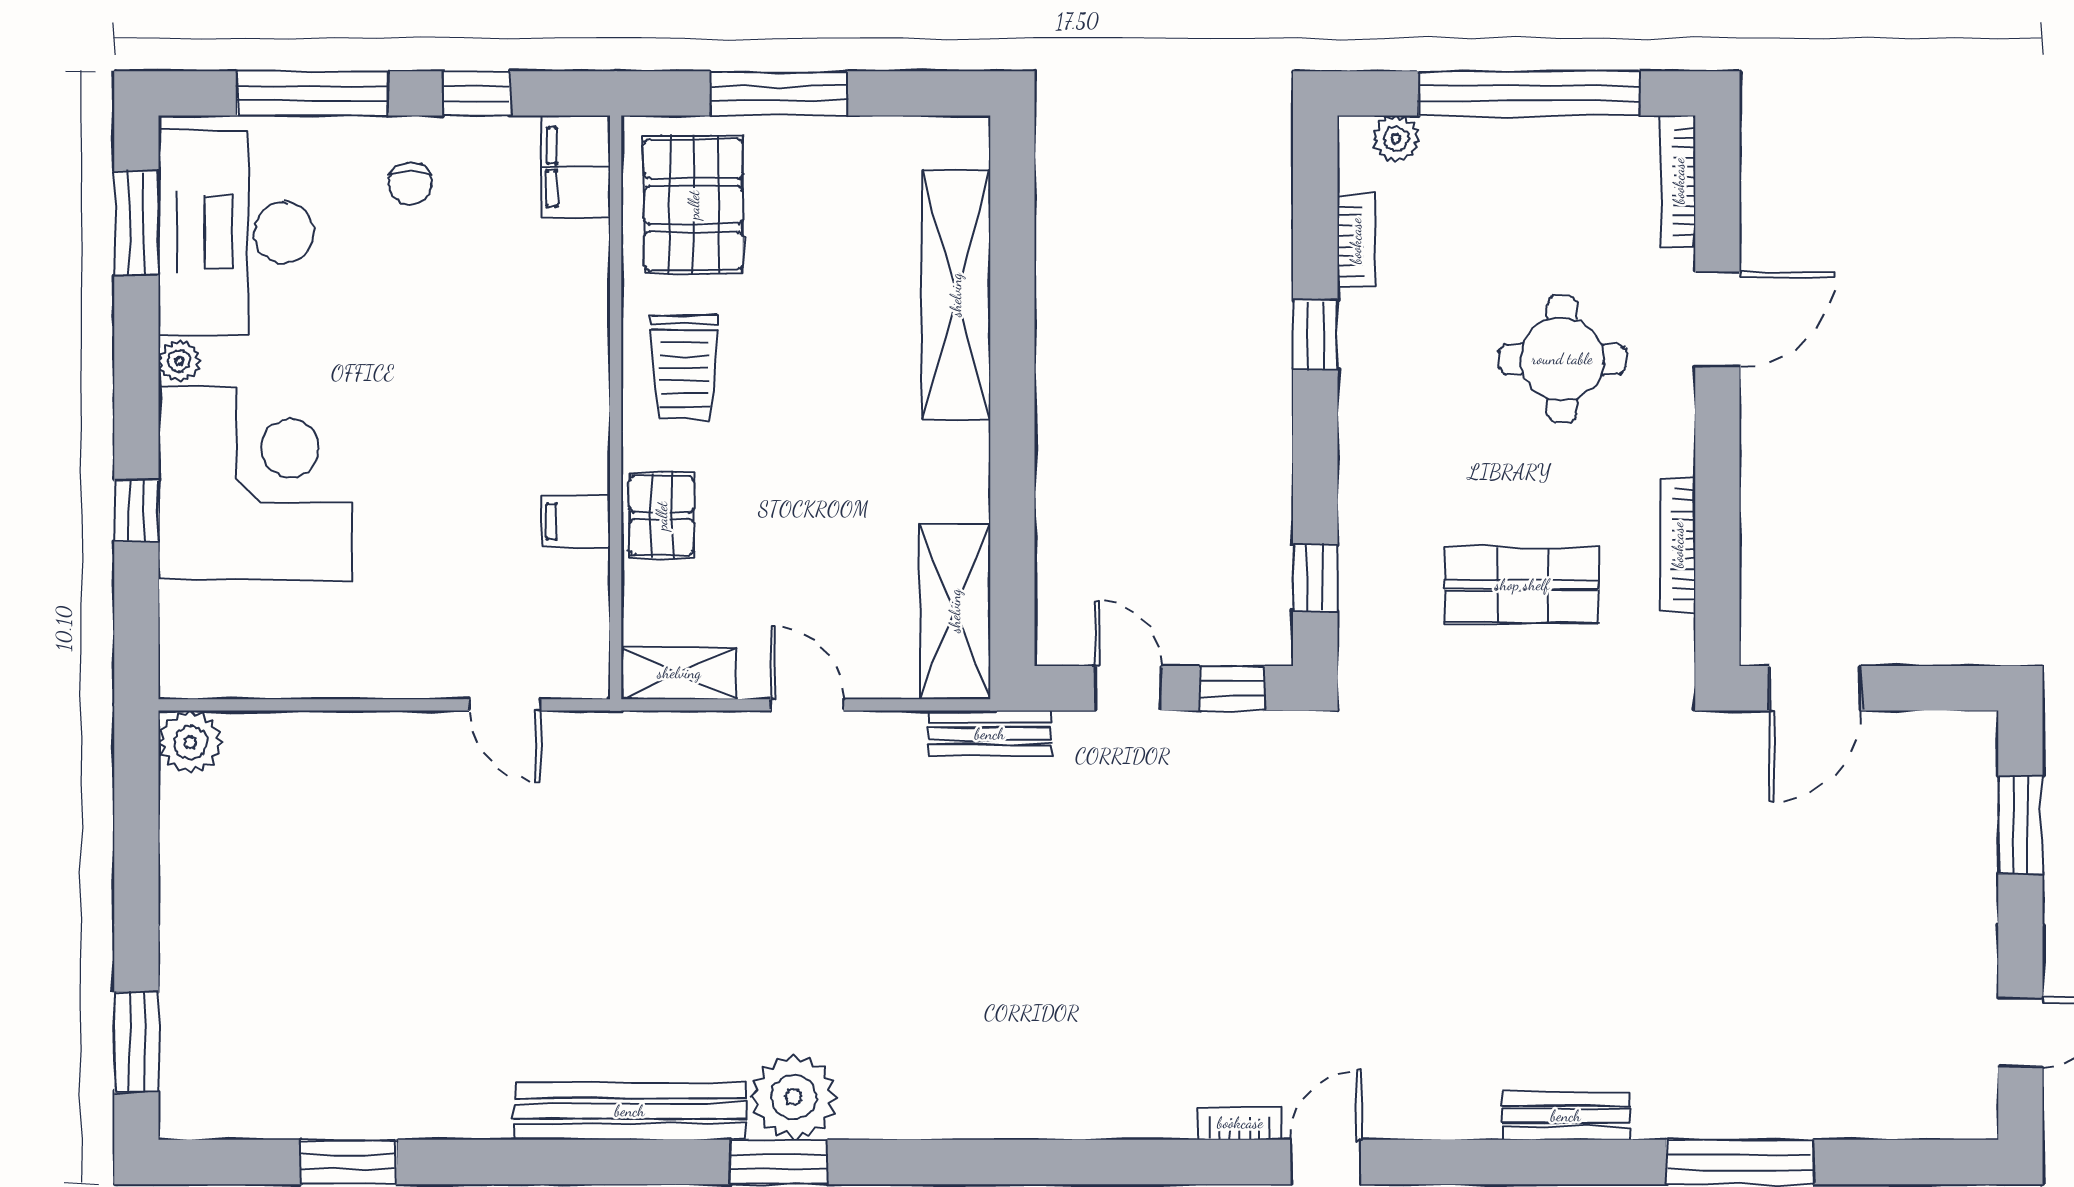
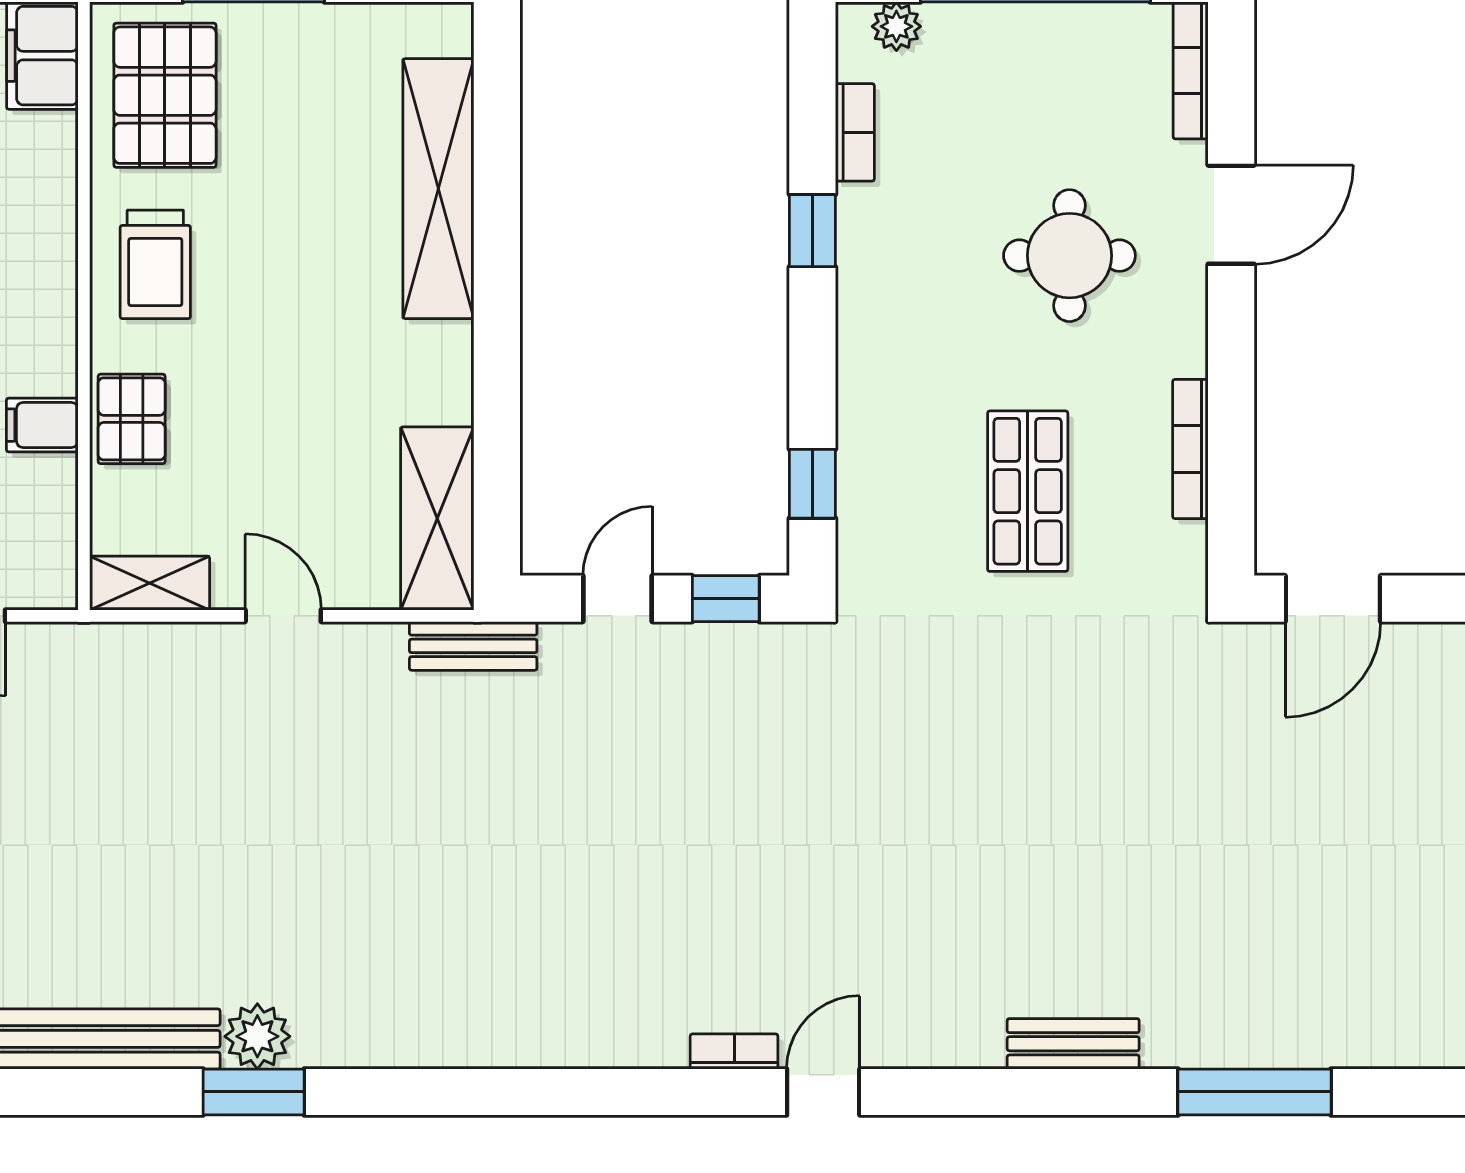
shop shelf: (1522, 585) -> (1028, 491), turned 90
door: (1128, 688) -> (618, 599), hinge flipped
plant: (794, 1097) -> (257, 1036), width x0.73, depth x0.73

